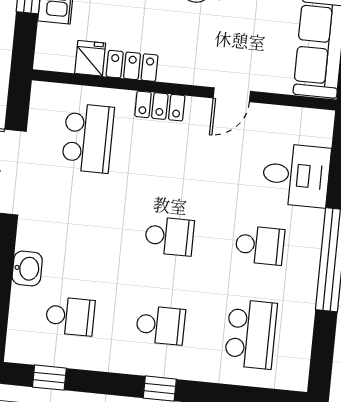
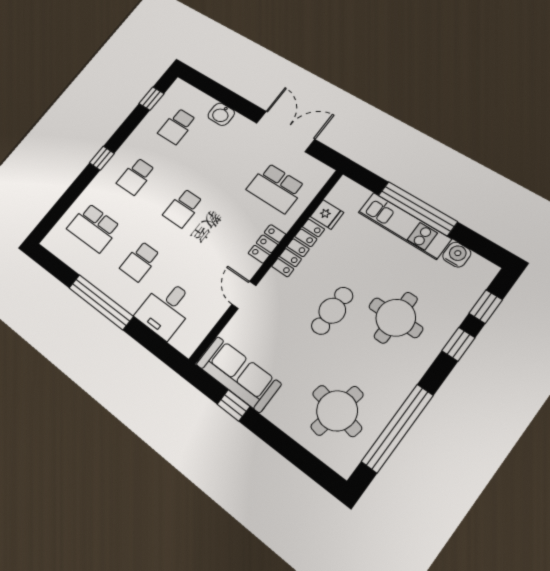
locker: (132, 66) -> (298, 248), width x1.53

